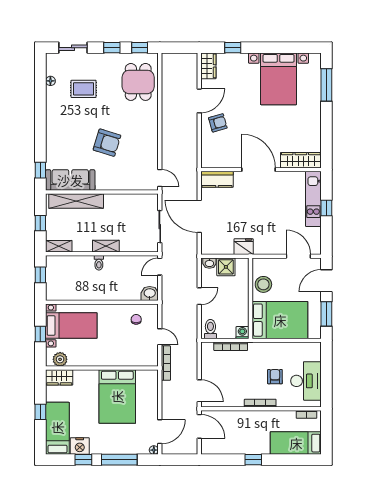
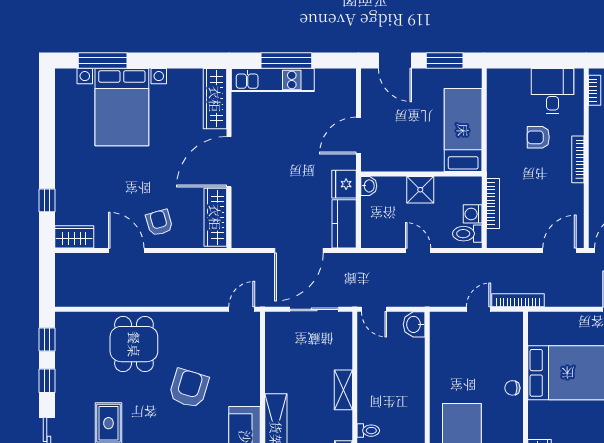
bed with nightstands: (279, 79) -> (122, 107), moved, turned 90
dining table: (138, 82) -> (134, 344), moved, turned 90
wardrobe: (221, 160) -> (215, 217), added
kitchen counter: (217, 179) -> (344, 224), moved, turned 180
window: (326, 208) -> (286, 60), width x2.17
door: (298, 256) -> (359, 135), moved
toilet: (99, 263) -> (368, 431), moved
washbasin: (209, 263) -> (369, 186), moved
shower: (226, 267) -> (420, 190), moved
stool: (263, 284) -> (400, 155), removed
chair: (136, 319) -> (512, 388), moved
bed: (280, 320) -> (463, 130), width x0.67
washing machine: (242, 333) -> (473, 214), moved
desk: (306, 381) -> (553, 91), width x0.73

